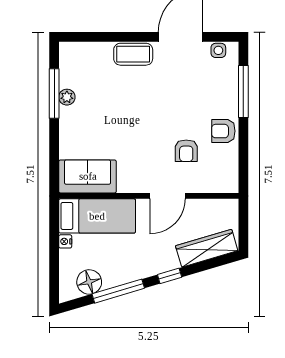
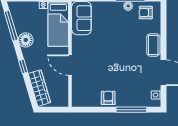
armchair: (186, 151) -> (146, 13), moved
floor lamp: (89, 282) -> (26, 40), moved
window: (118, 291) -> (11, 26), moved

